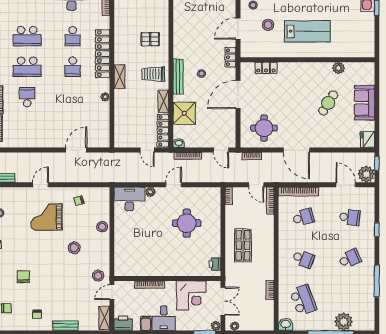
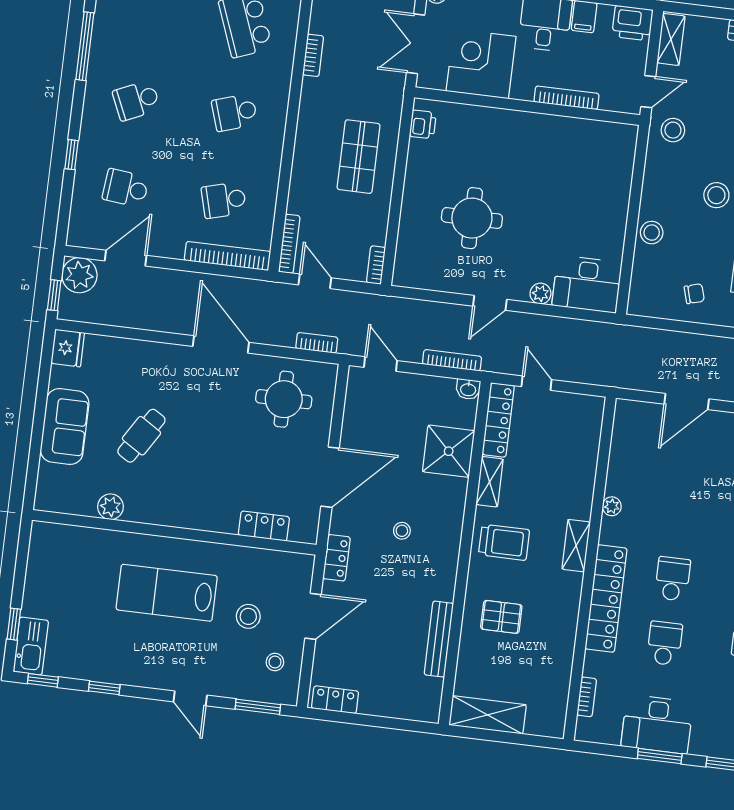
bench: (178, 76) -> (439, 639), moved
door: (346, 185) -> (126, 258), swing flipped
school desk: (303, 259) -> (235, 112), turned -39

